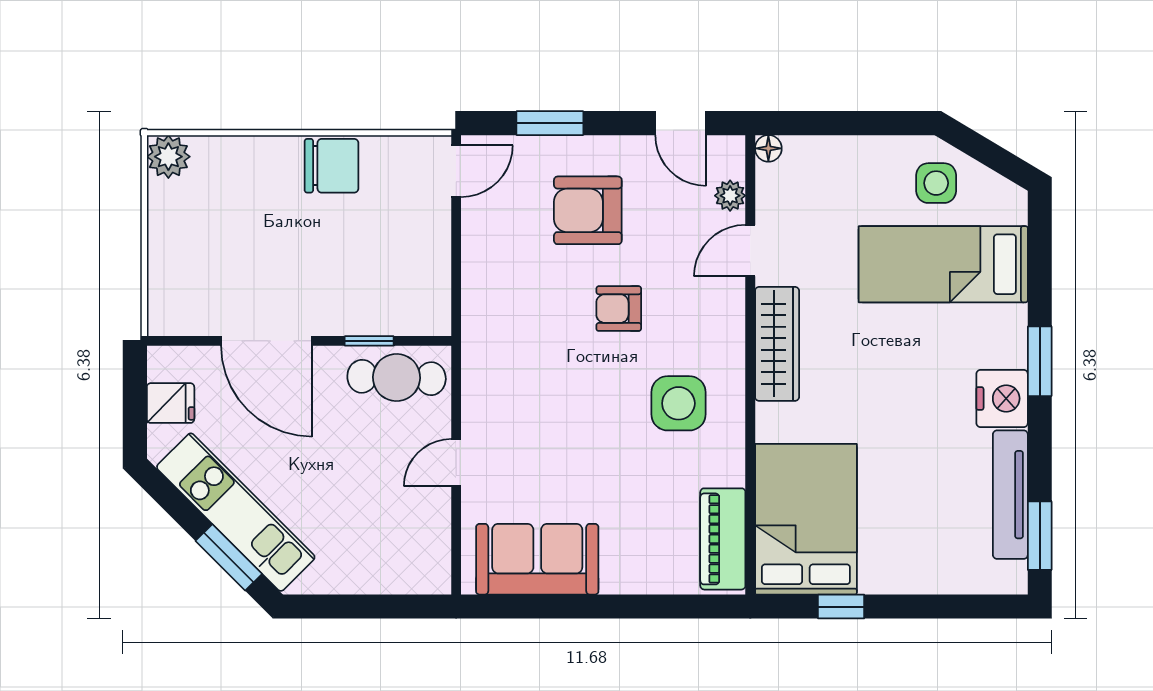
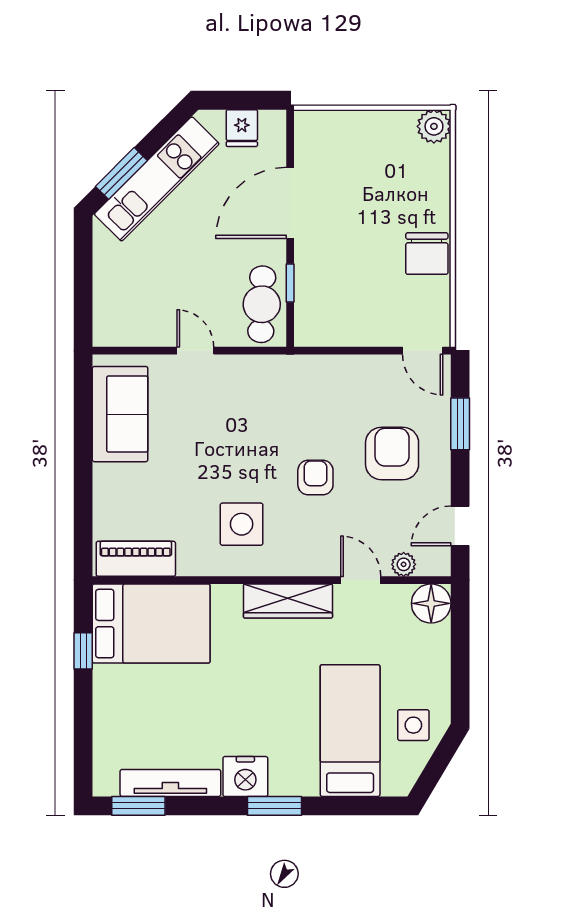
floor lamp: (768, 148) -> (431, 603), width x1.89, depth x1.89

